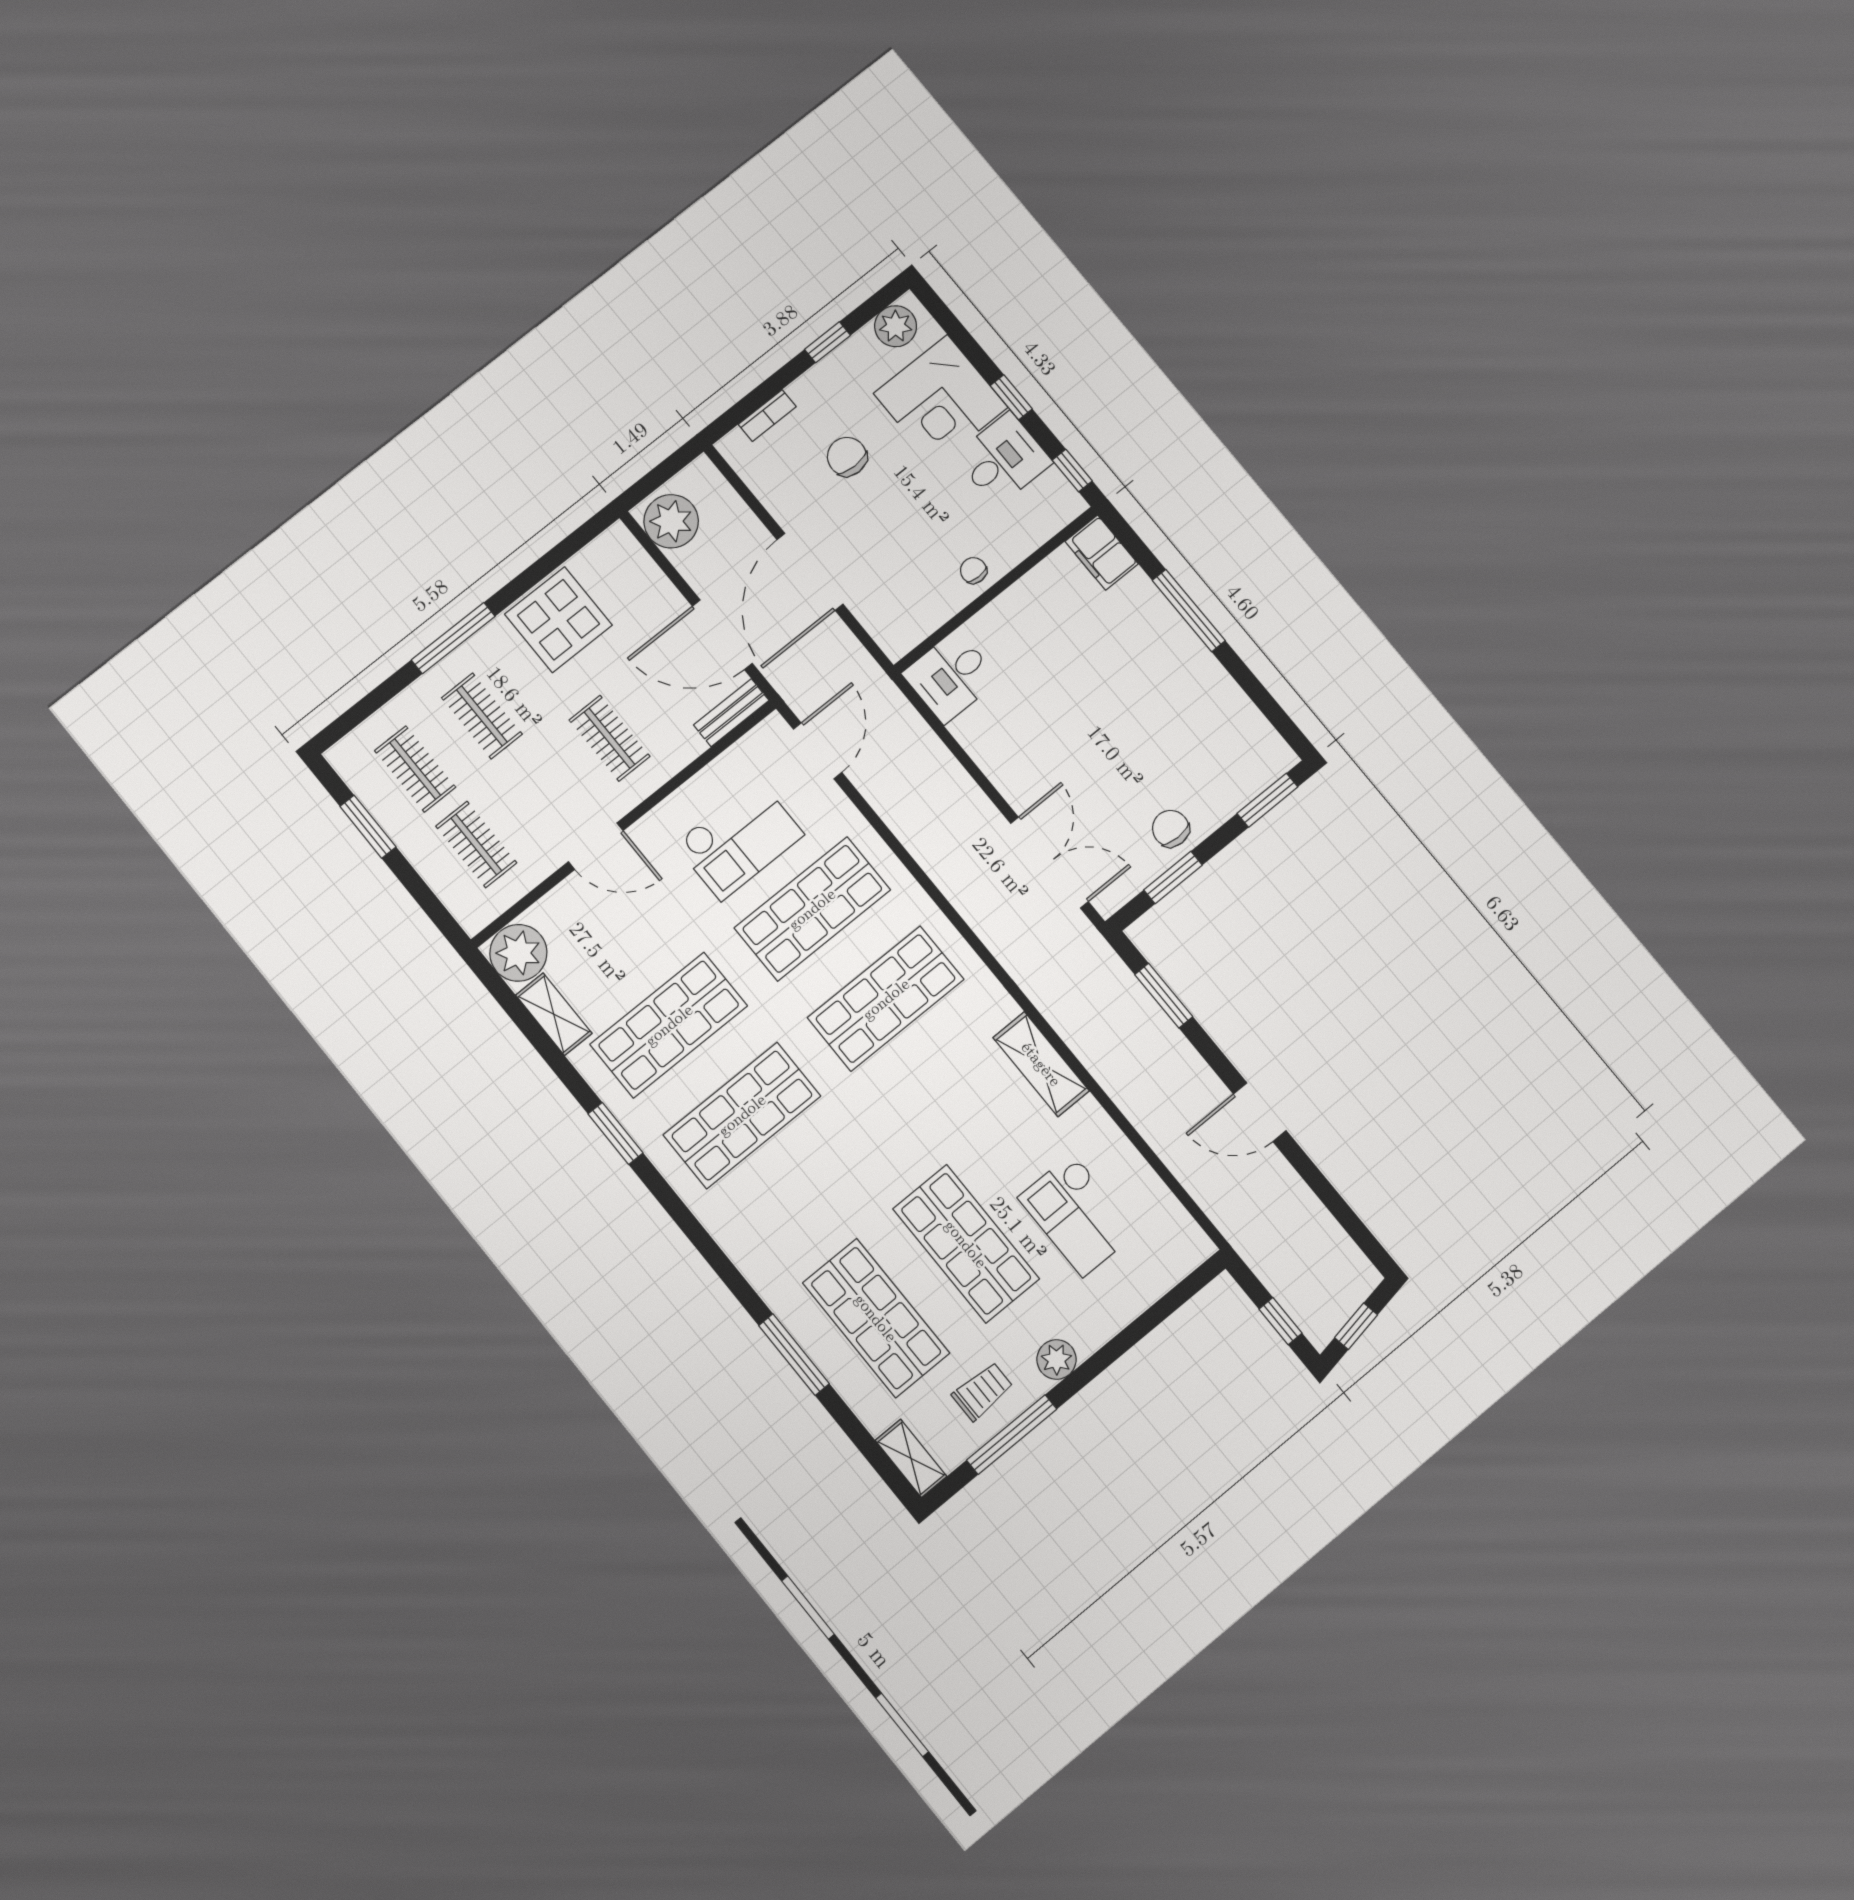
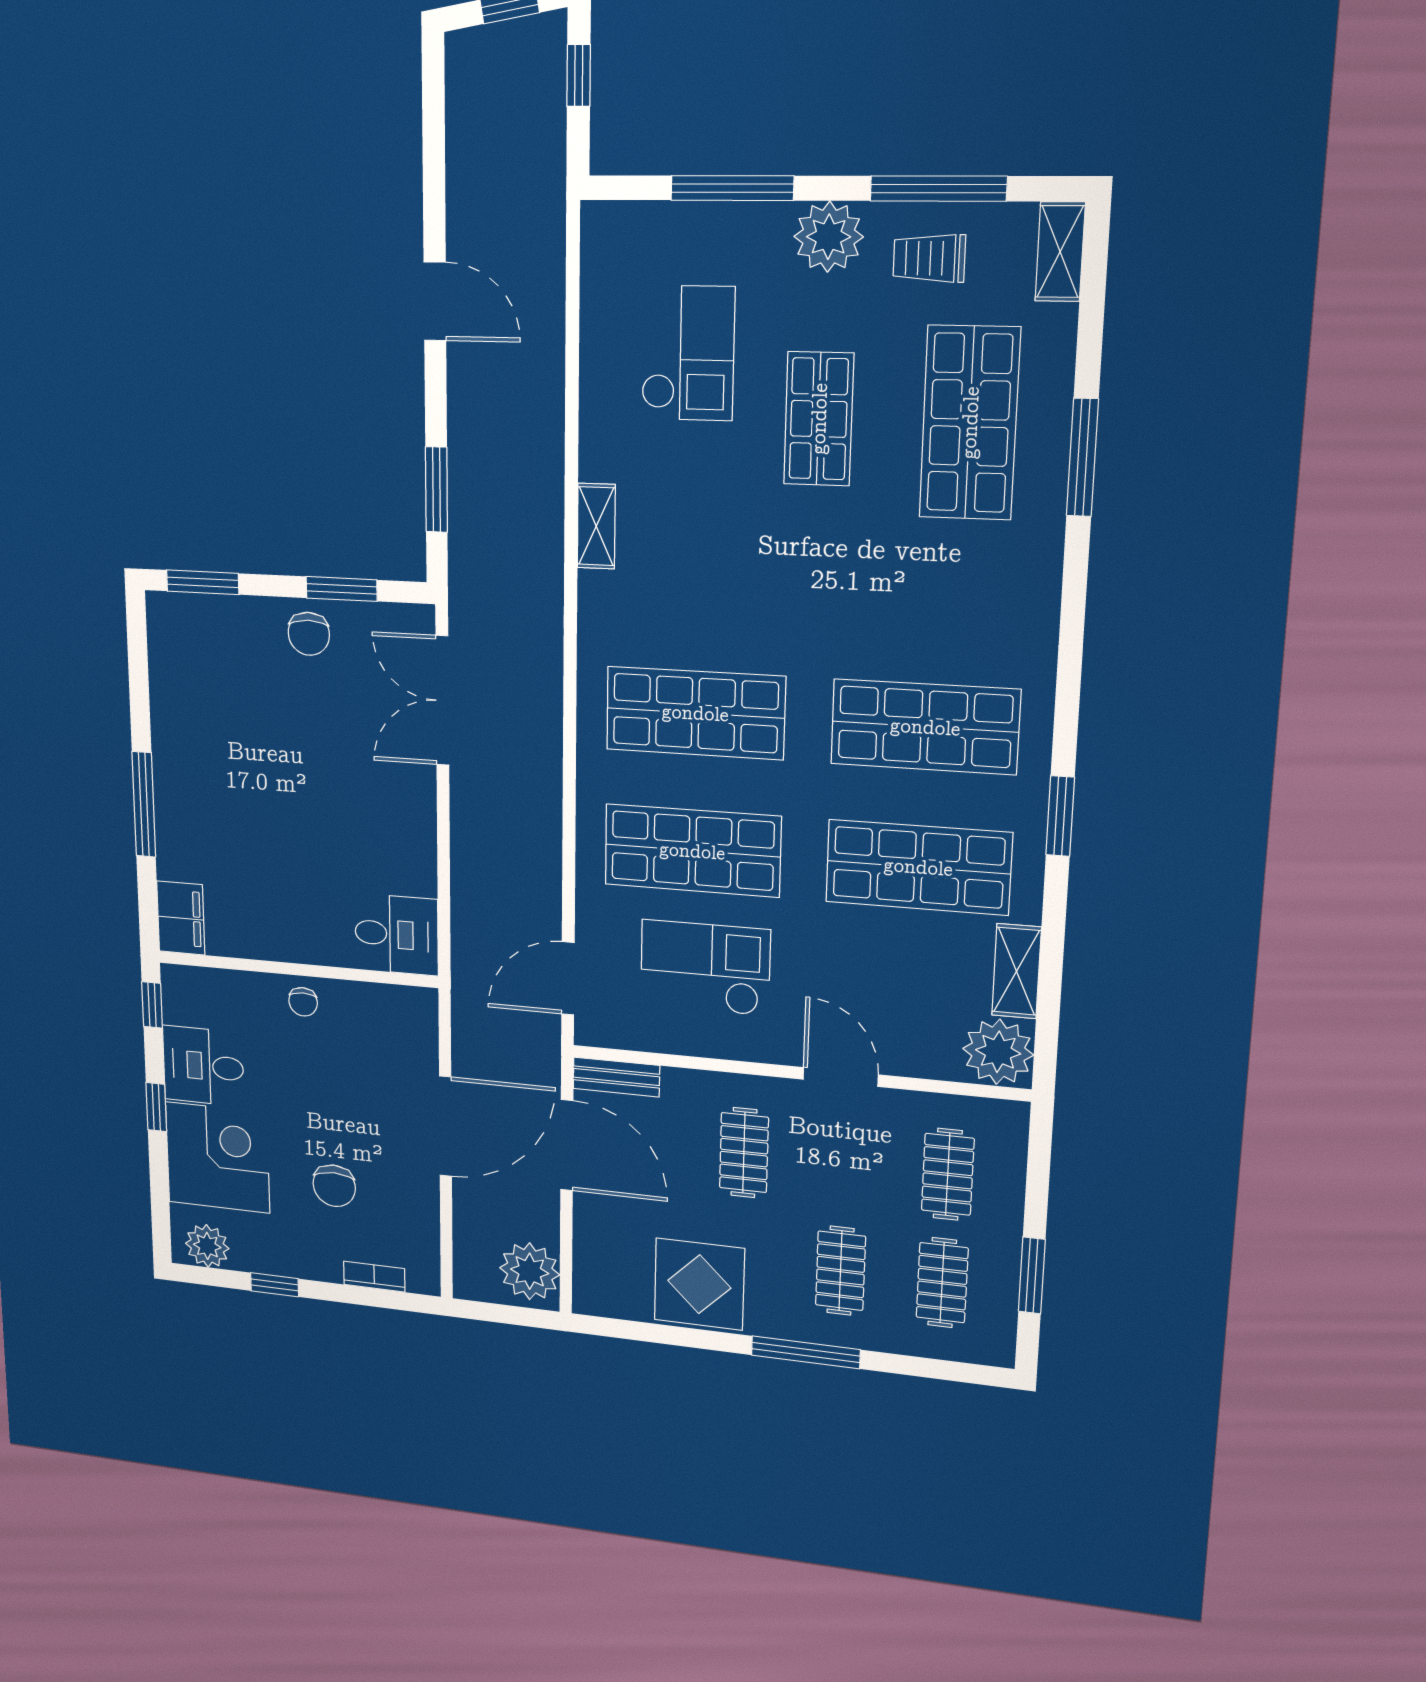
shelving: (1041, 1064) -> (596, 526), width x0.67, depth x0.75
shop shelf: (966, 1244) -> (819, 419), width x0.70, depth x0.74
window: (1133, 1334) -> (732, 188), added
plant: (1057, 1359) -> (829, 237), width x1.36, depth x1.36

